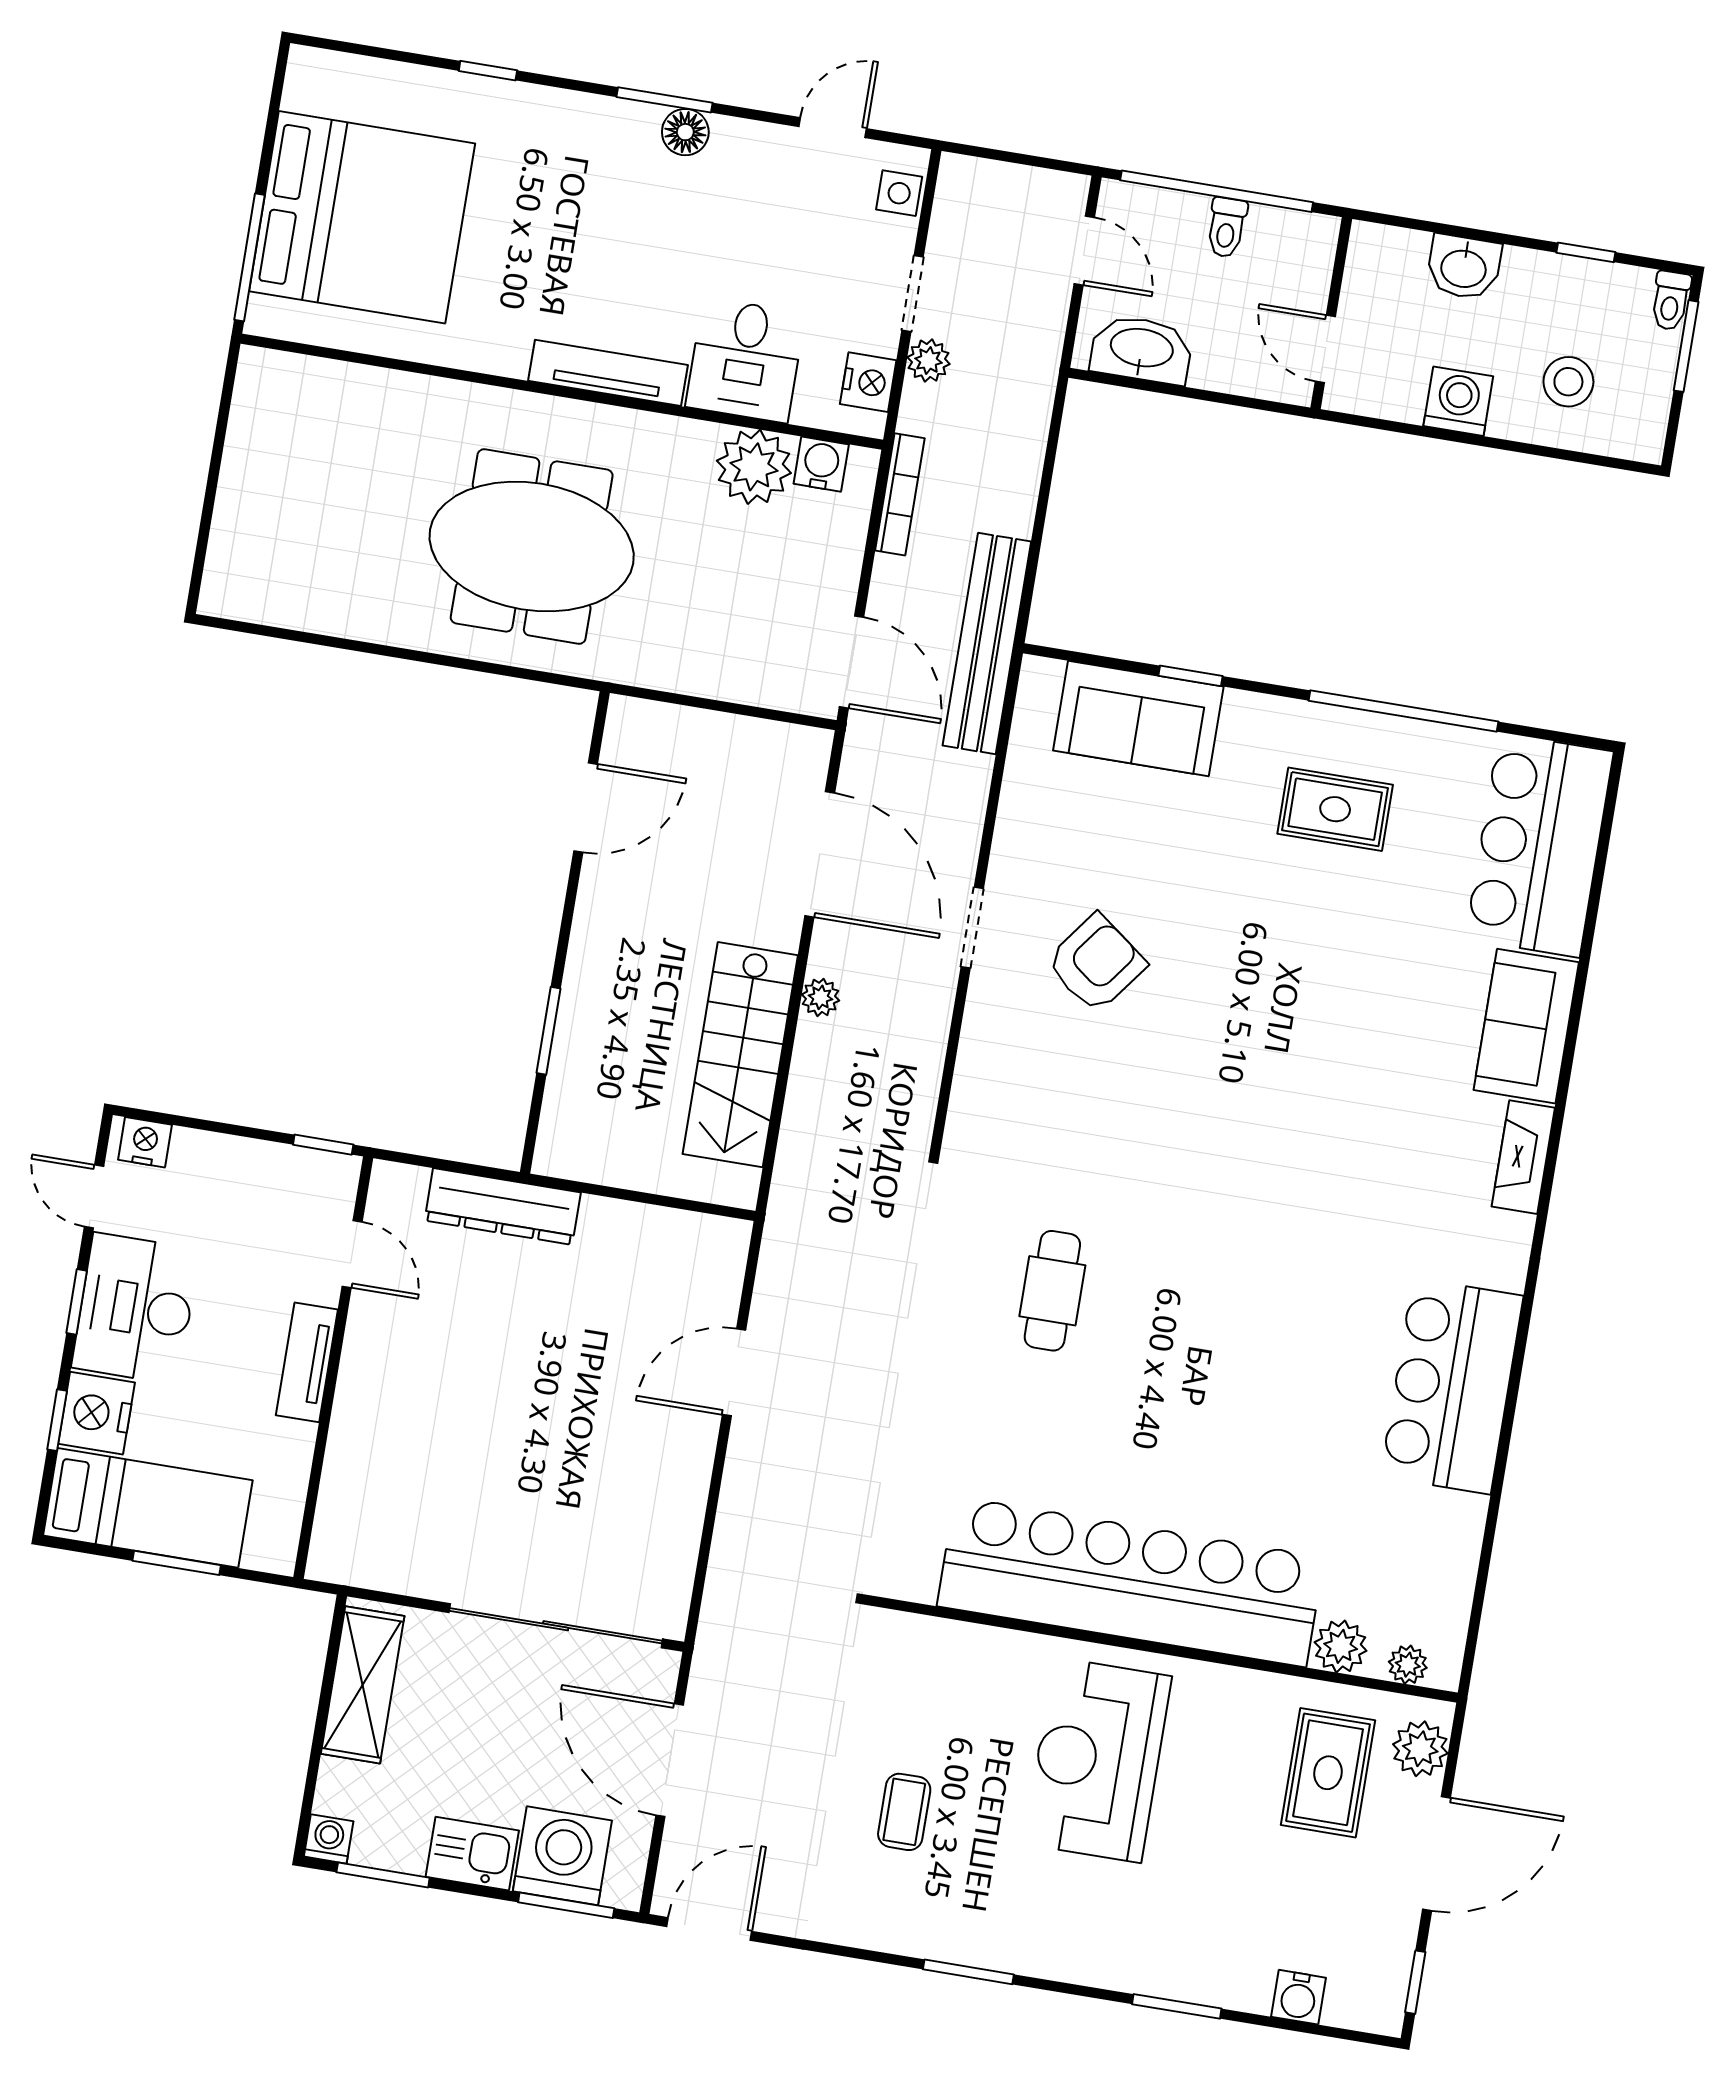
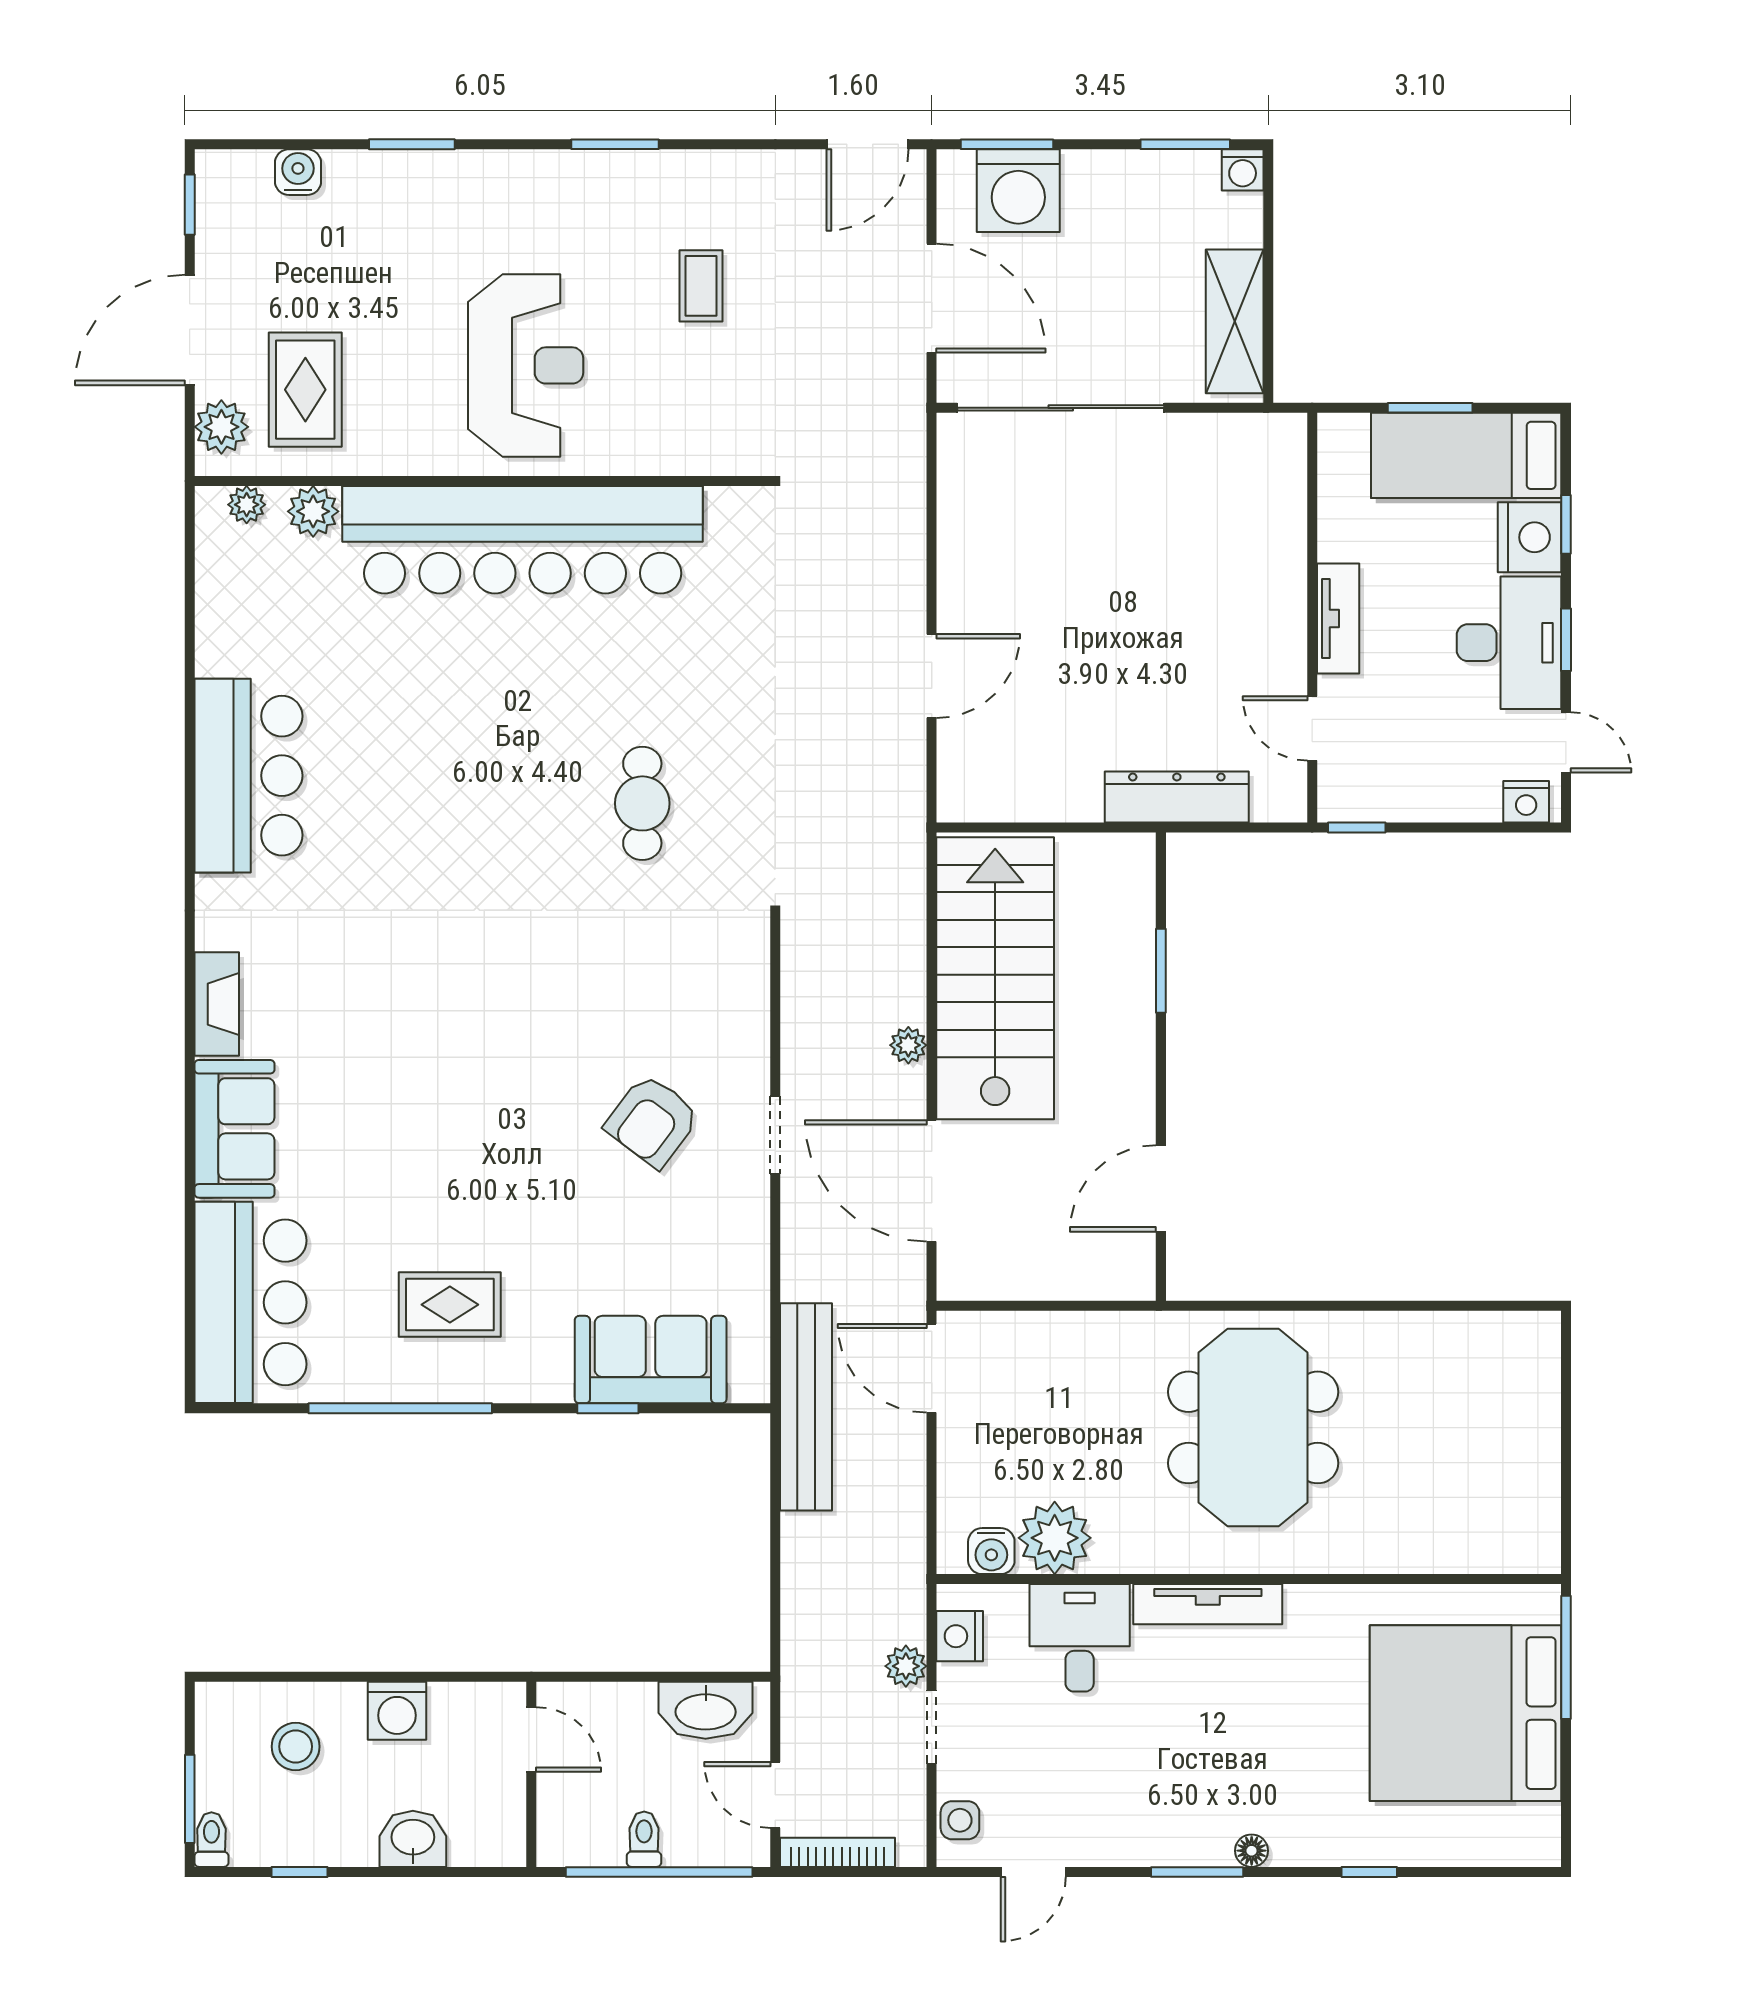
floor lamp: (685, 132) -> (1252, 1851), moved, width x0.73, depth x0.73
bookcase: (900, 494) -> (838, 1852), moved, turned 90
meeting table: (532, 546) -> (1253, 1427), turned 90
stairs: (740, 1055) -> (995, 978), width x1.36, depth x1.51
kitchen sink: (472, 1854) -> (1104, 179), removed

